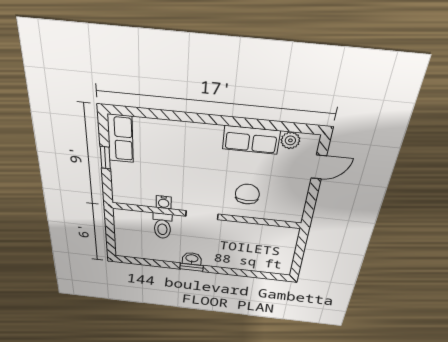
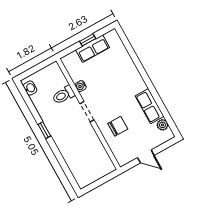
row of seats: (120, 139) -> (93, 49), moved
door: (319, 167) -> (146, 156), moved
washbasin: (192, 259) -> (30, 88), moved

